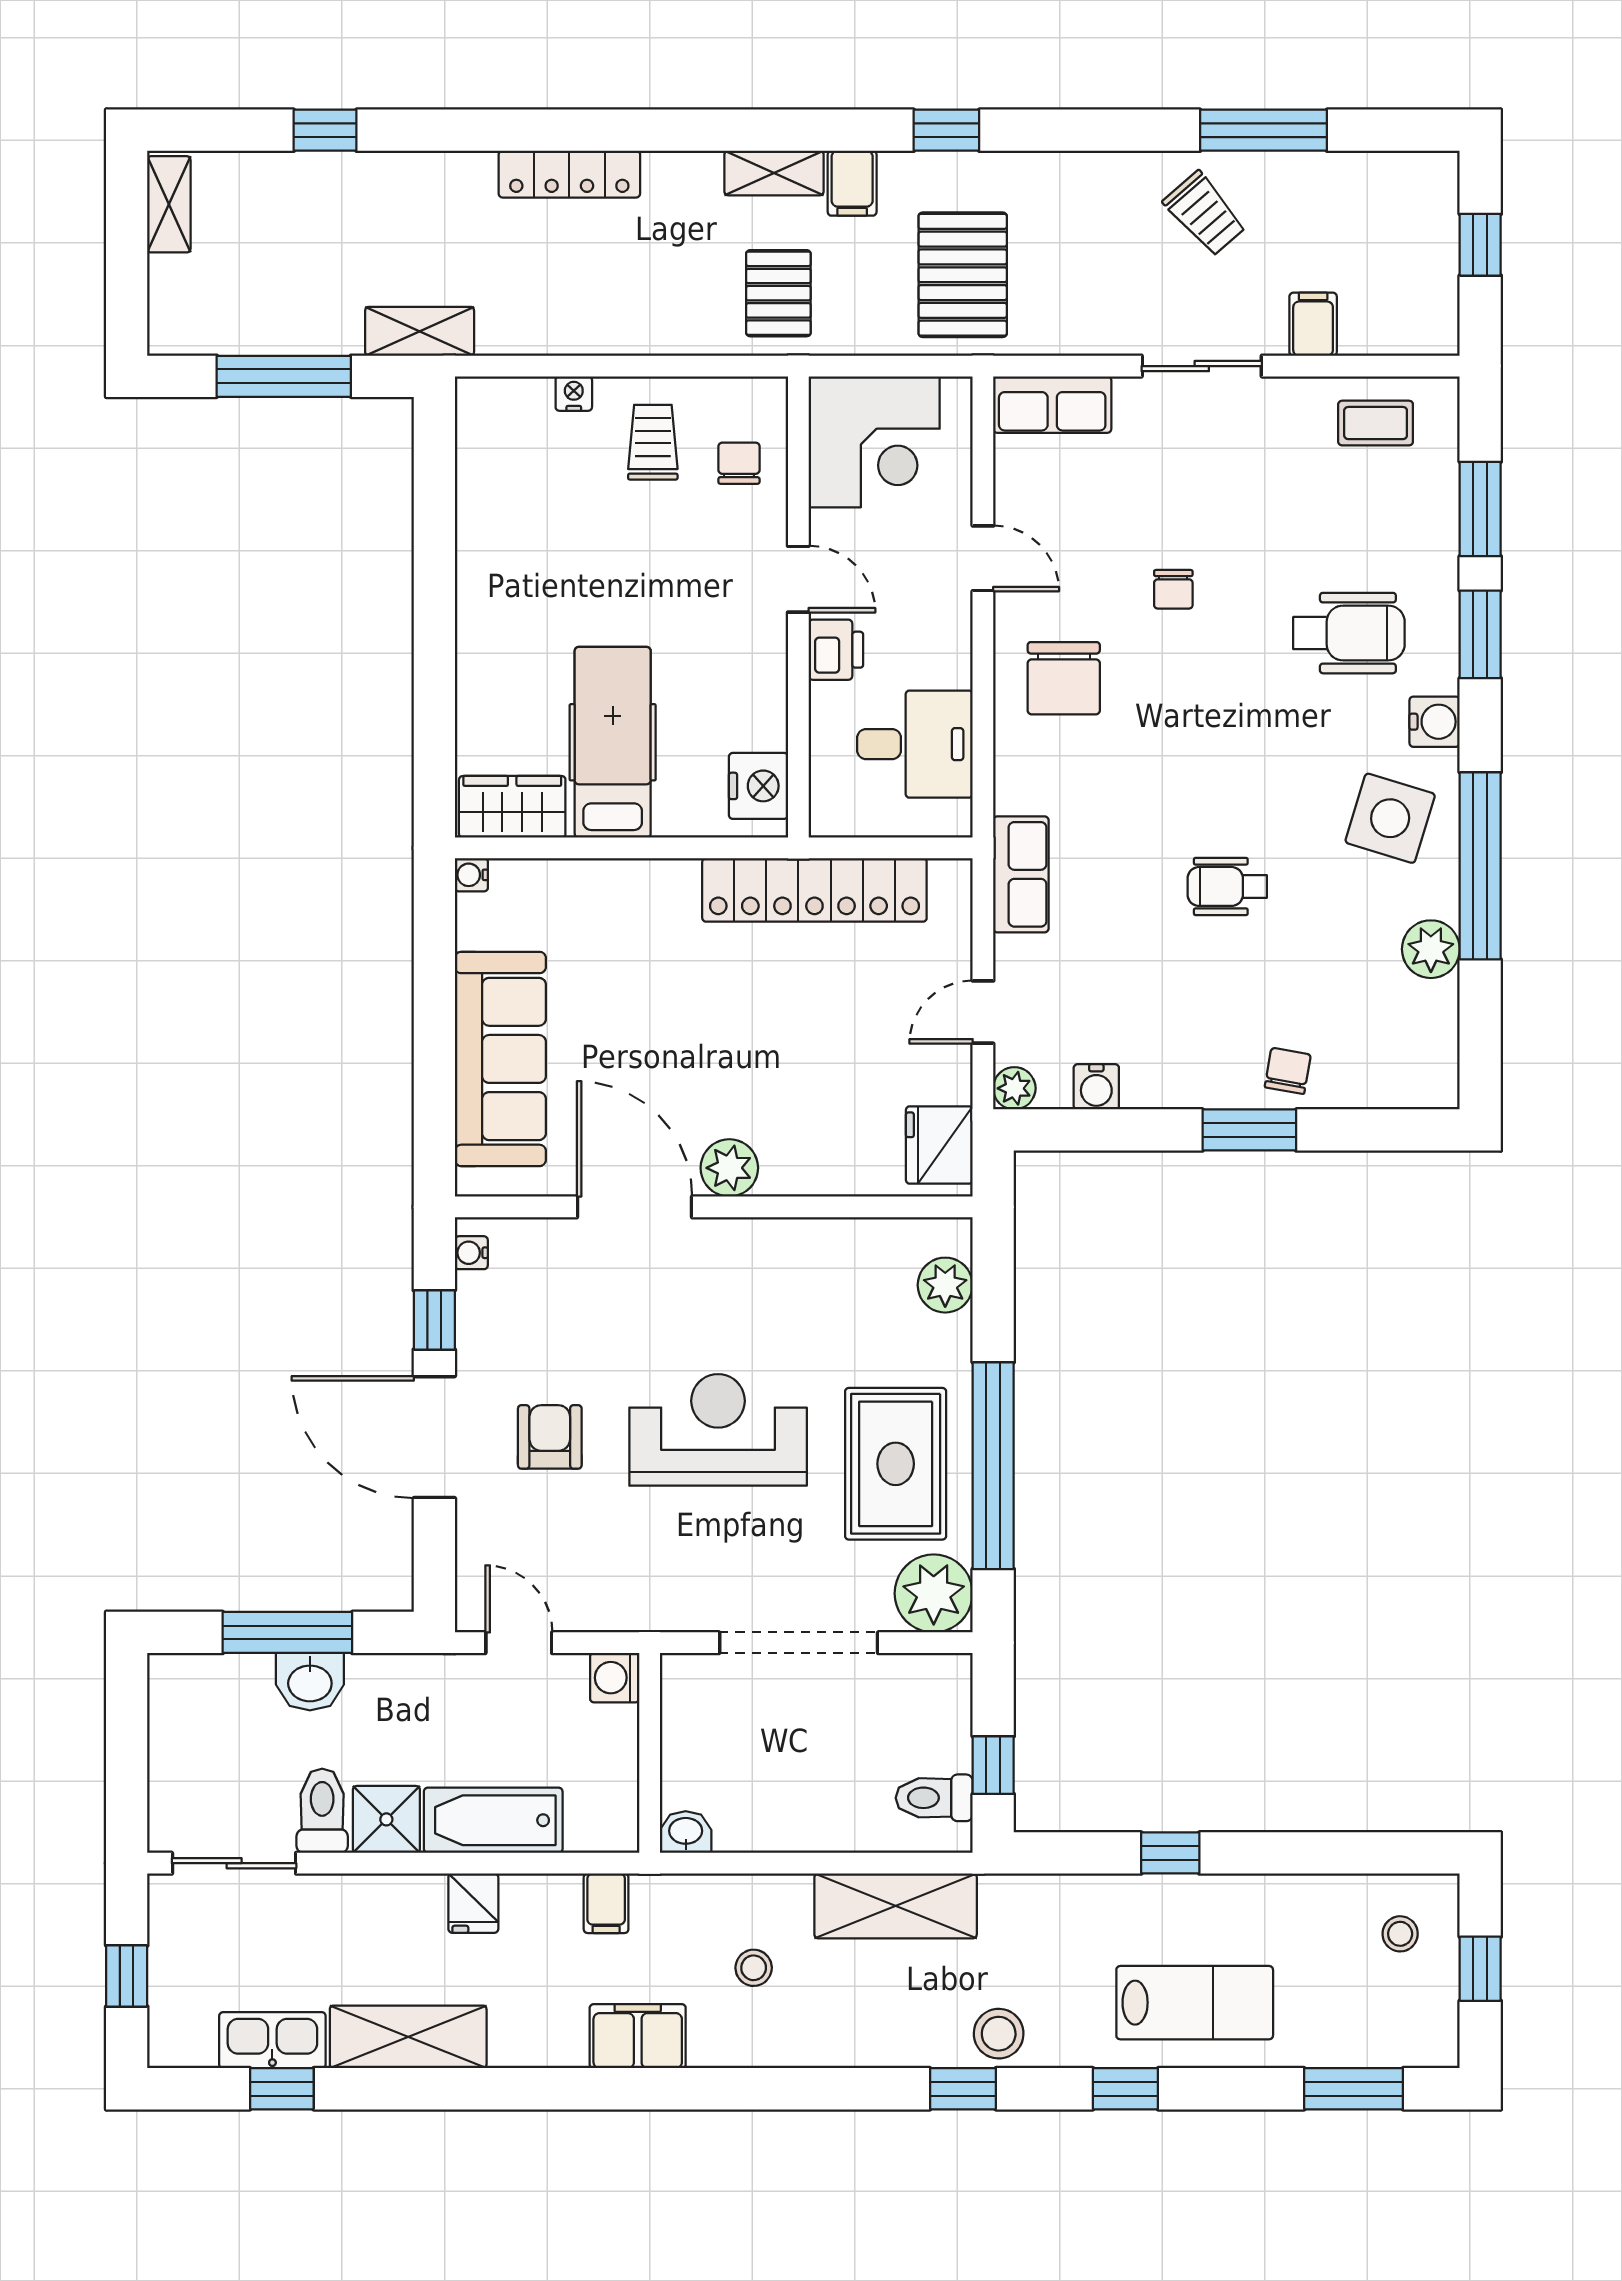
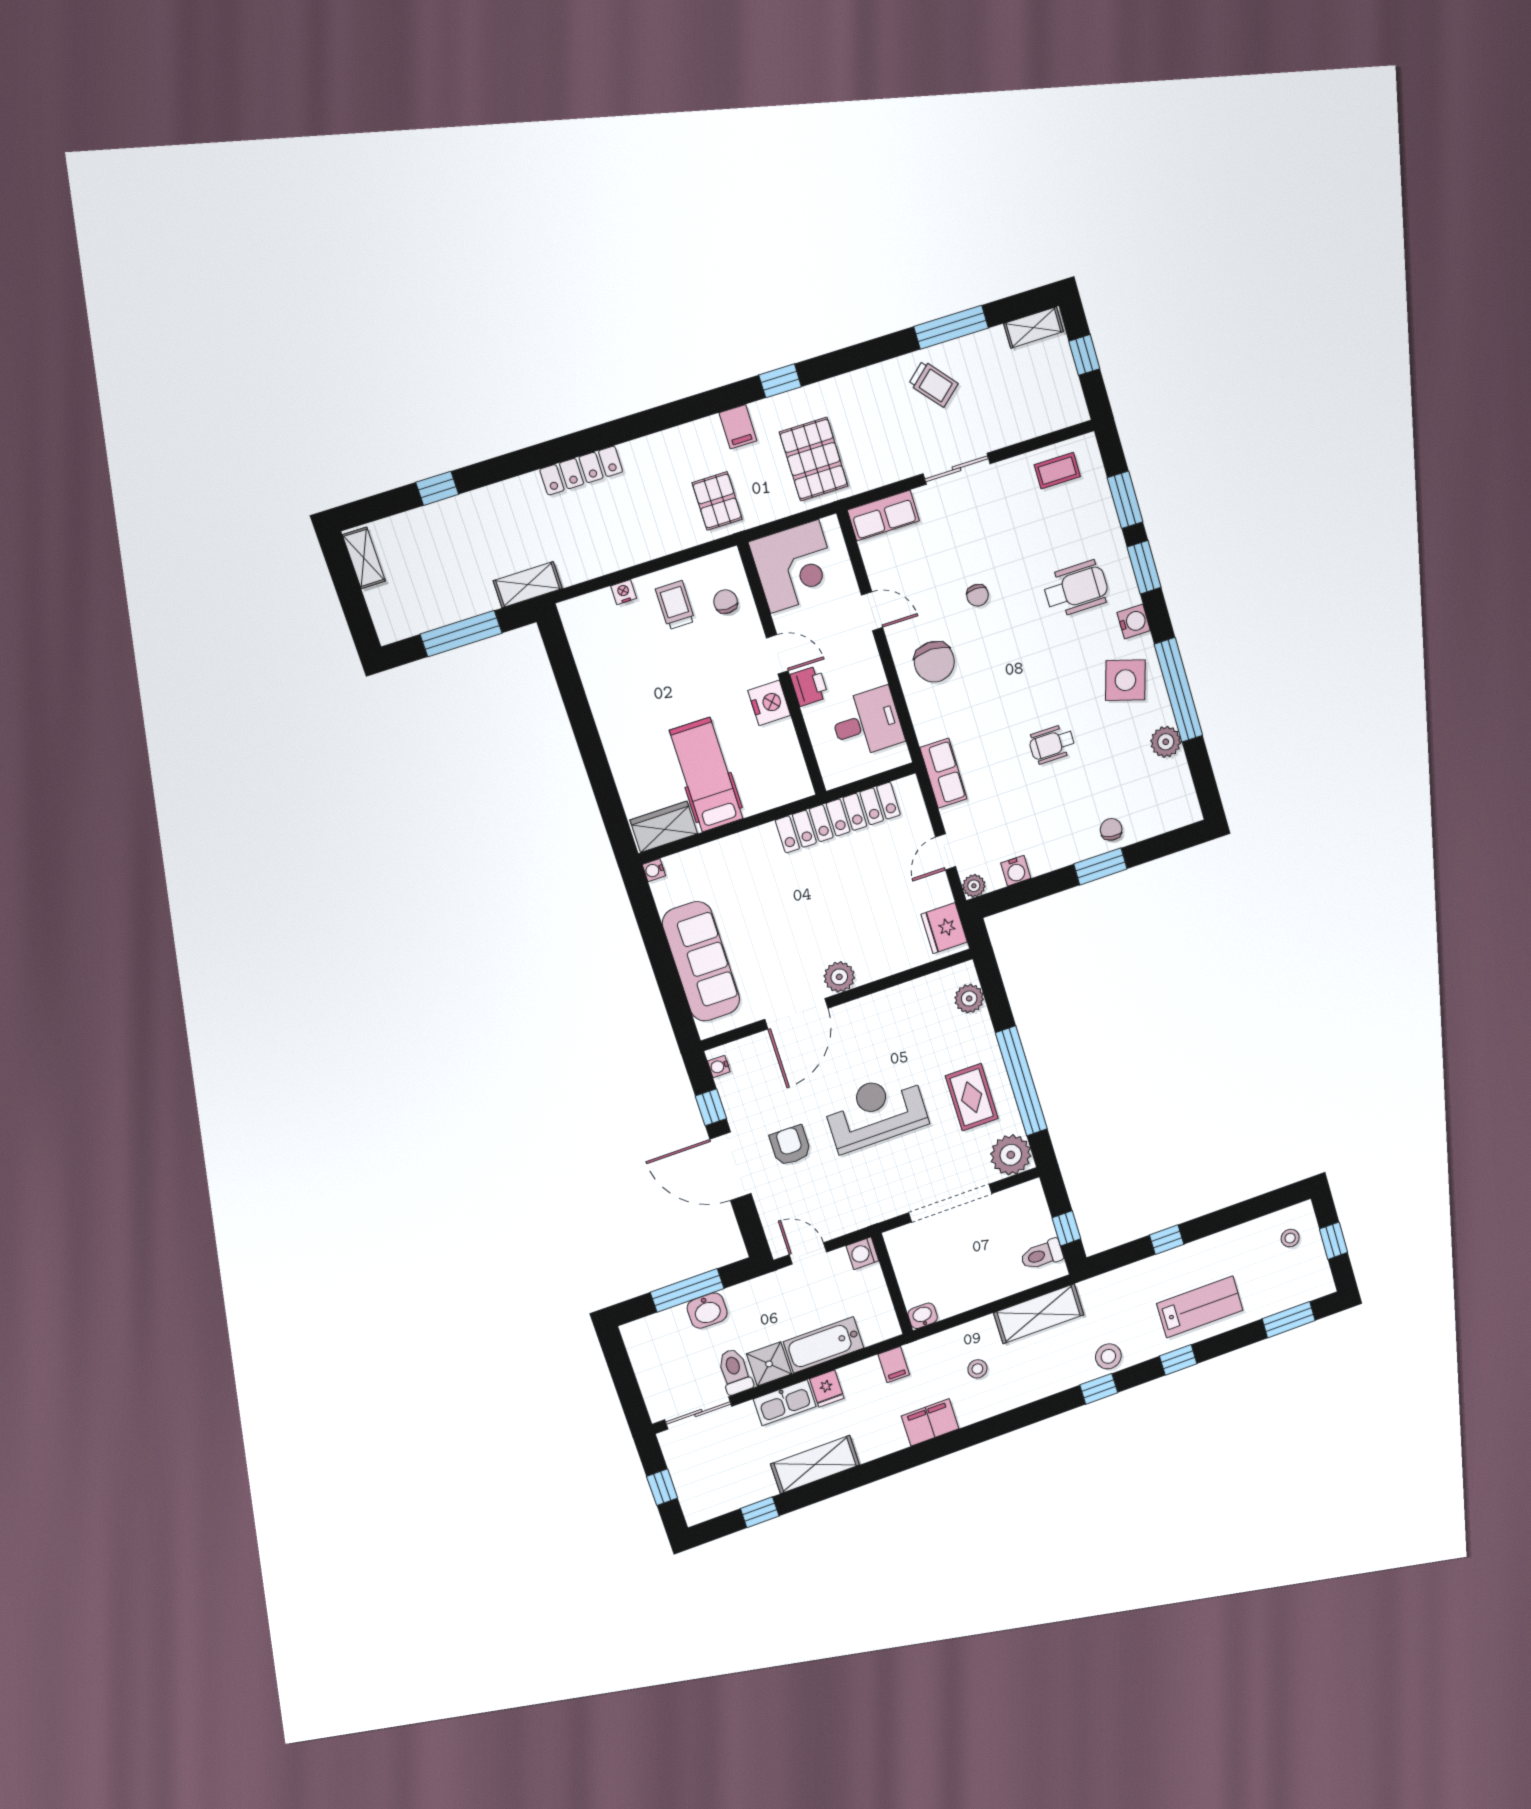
shelving: (774, 173) -> (1034, 327), moved
filing cabinet: (1313, 324) -> (1009, 427), removed
nightstand: (758, 786) -> (769, 703), moved
door: (634, 1207) -> (796, 1014), swing flipped
rug: (896, 1464) -> (972, 1097), width x0.73, depth x0.70
kitchen sink: (272, 2040) -> (785, 1403), moved, turned 180

